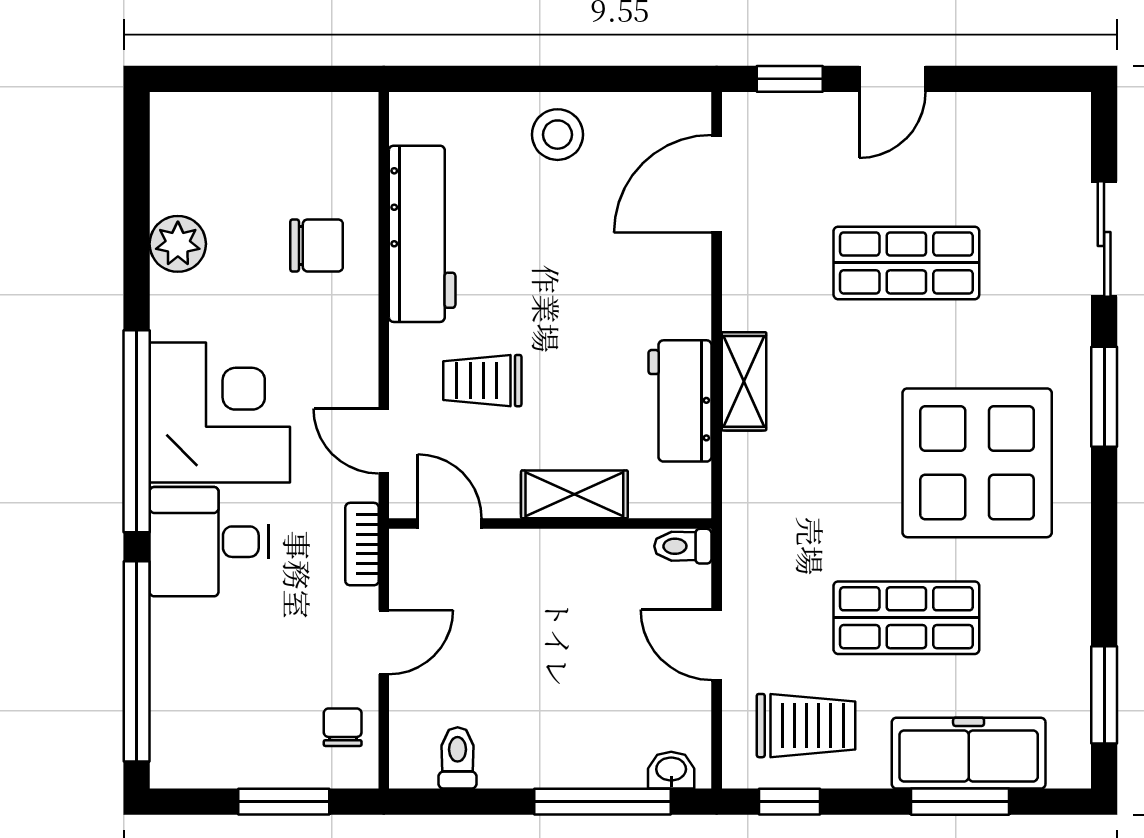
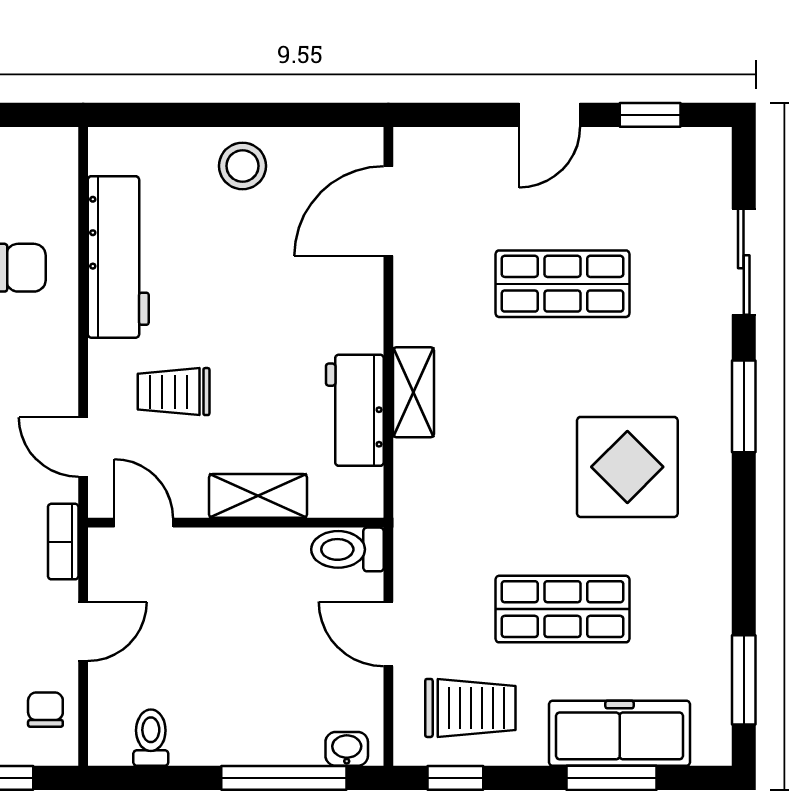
window: (790, 79) -> (650, 115), moved
display table: (977, 463) -> (627, 467), width x0.73, depth x0.73
toilet: (683, 546) -> (347, 549), width x1.37, depth x1.39

